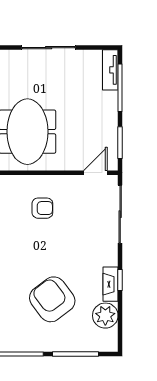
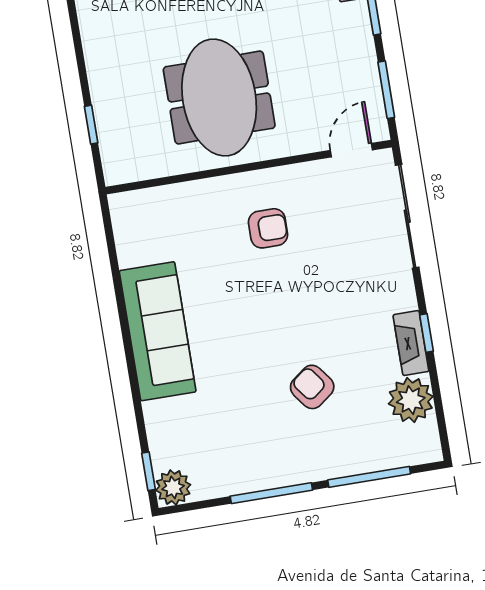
armchair: (52, 299) -> (312, 387), width x0.53, depth x0.53

